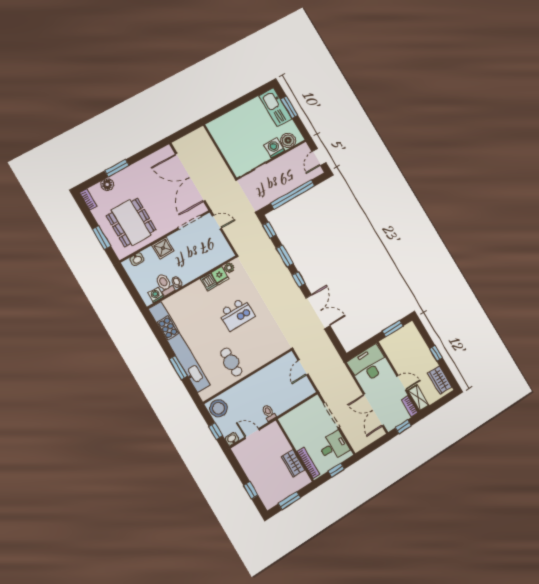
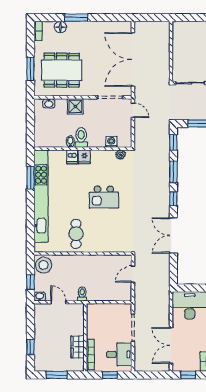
dining table: (131, 223) -> (62, 70), turned 90
fridge: (220, 276) -> (84, 157), moved
dishwasher: (209, 282) -> (72, 157), moved
toilet: (165, 284) -> (81, 137), moved
washing machine: (156, 295) -> (111, 142), moved
double door: (318, 312) -> (173, 236), swing flipped
window: (178, 368) -> (30, 178), moved

